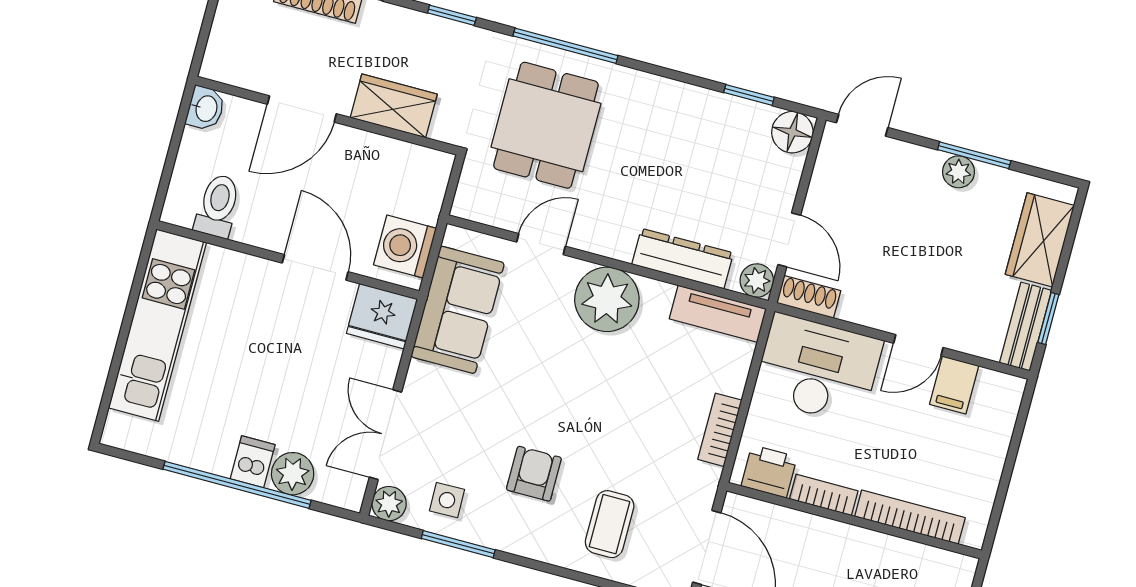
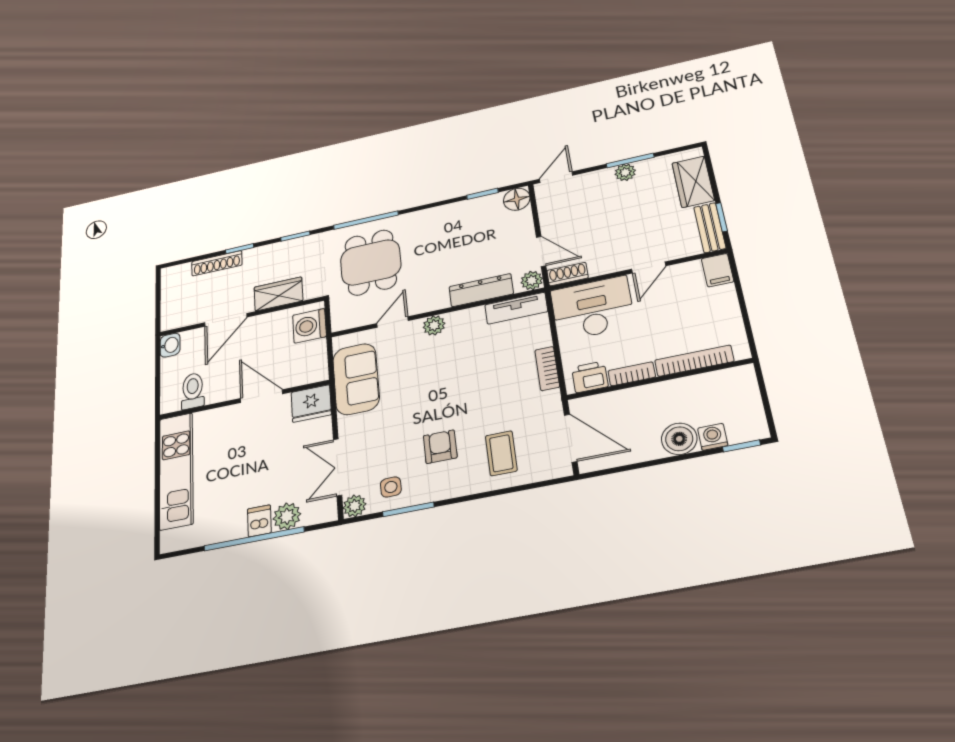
washing machine: (405, 247) -> (309, 326), moved
plant: (607, 299) -> (434, 325), width x0.53, depth x0.53
filing cabinet: (954, 385) -> (718, 270), moved

